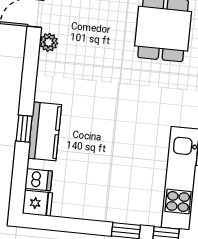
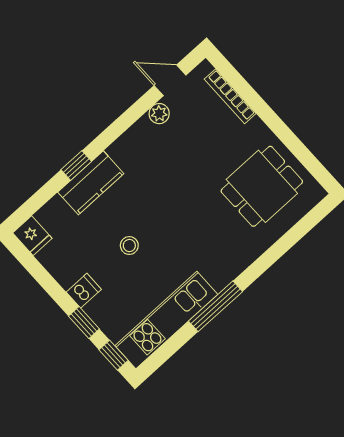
stool: (109, 150) -> (129, 246), added
dishwasher: (39, 180) -> (84, 291), moved, turned -90

